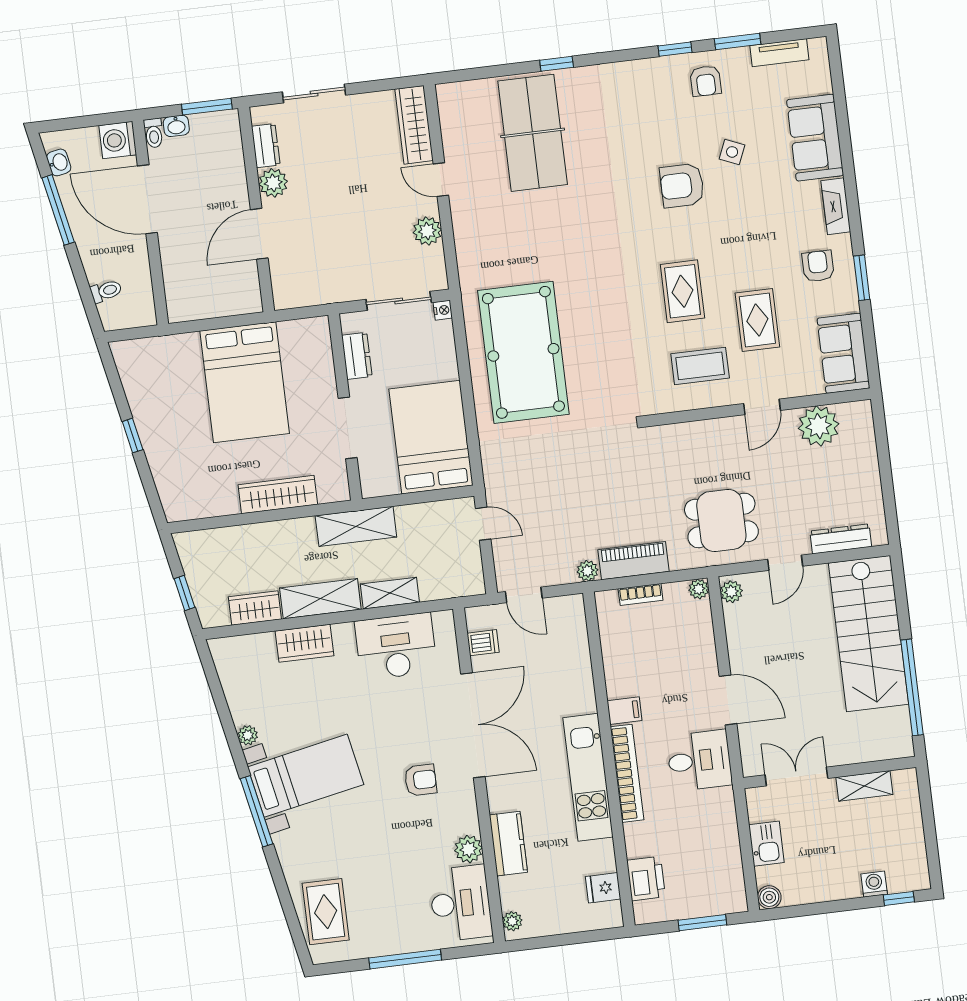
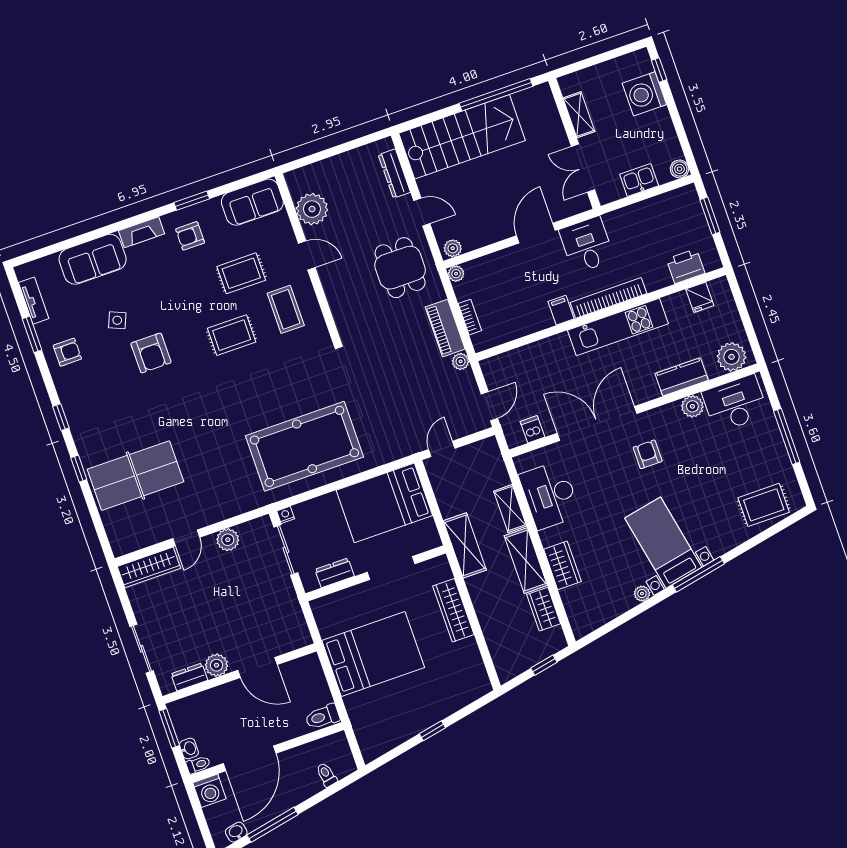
window: (675, 49) -> (61, 417), moved
toilet: (180, 302) -> (322, 717), added
washing machine: (874, 884) -> (644, 94), width x1.89, depth x1.89
plant: (512, 921) -> (732, 357), width x1.87, depth x1.87

